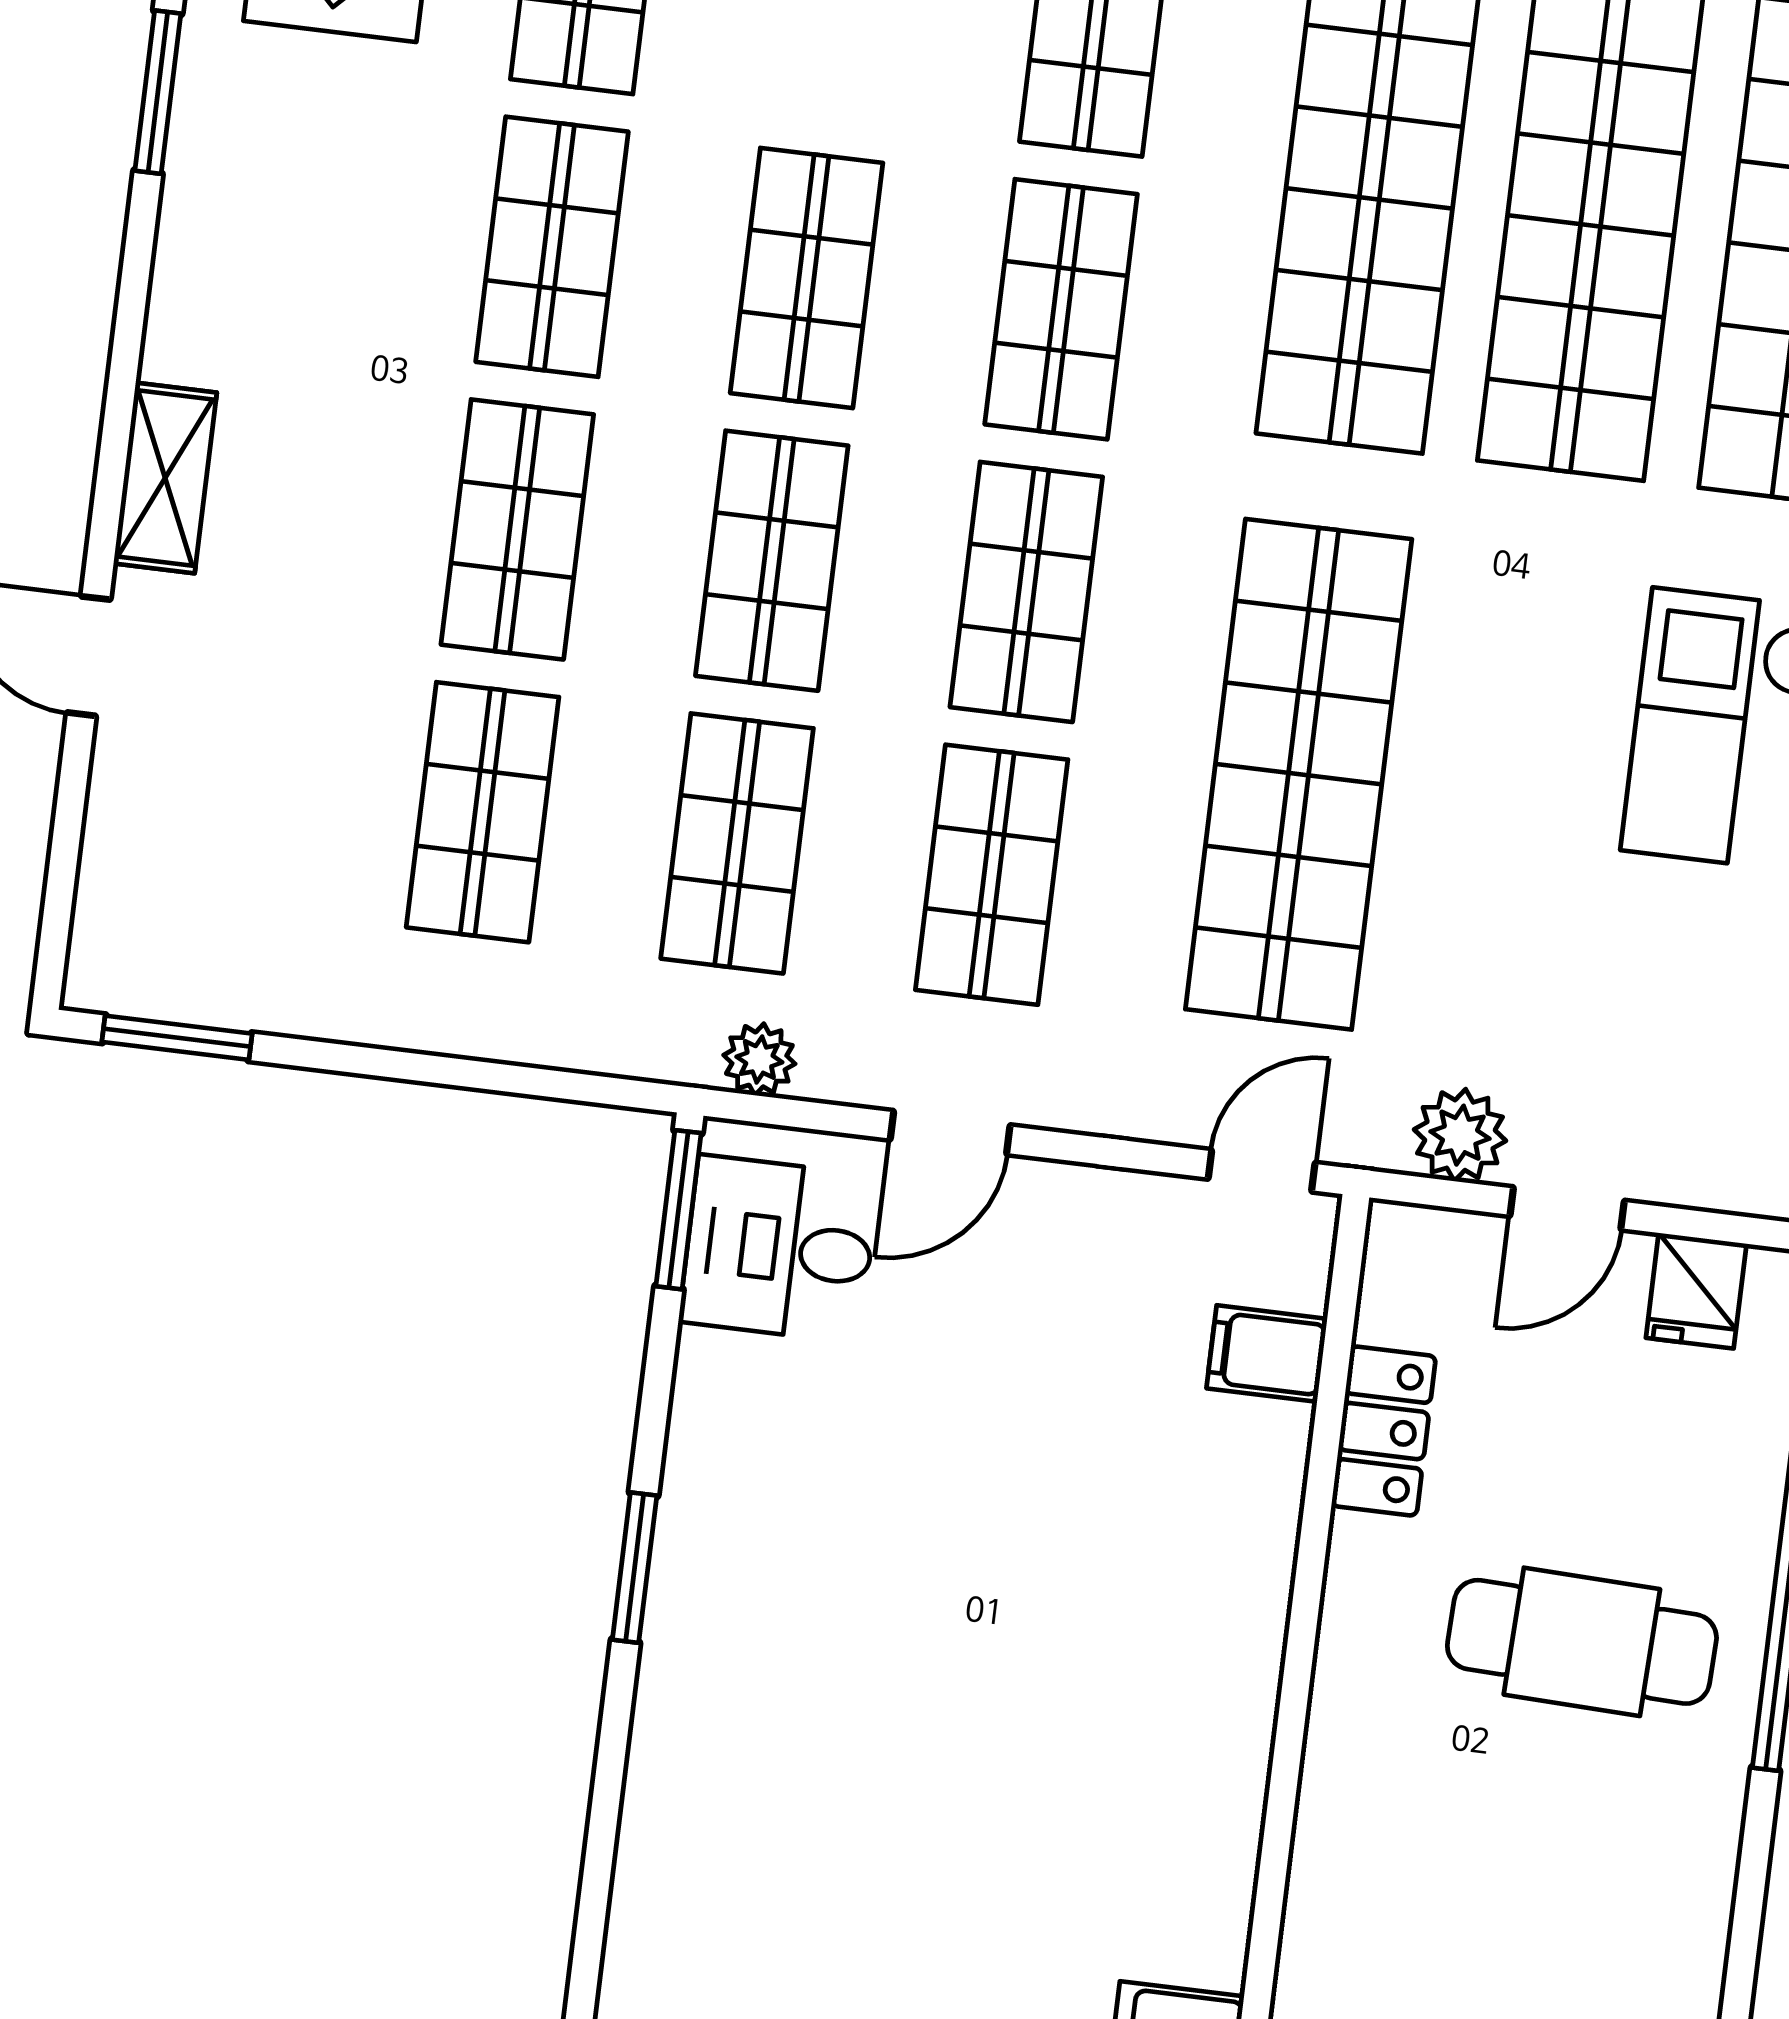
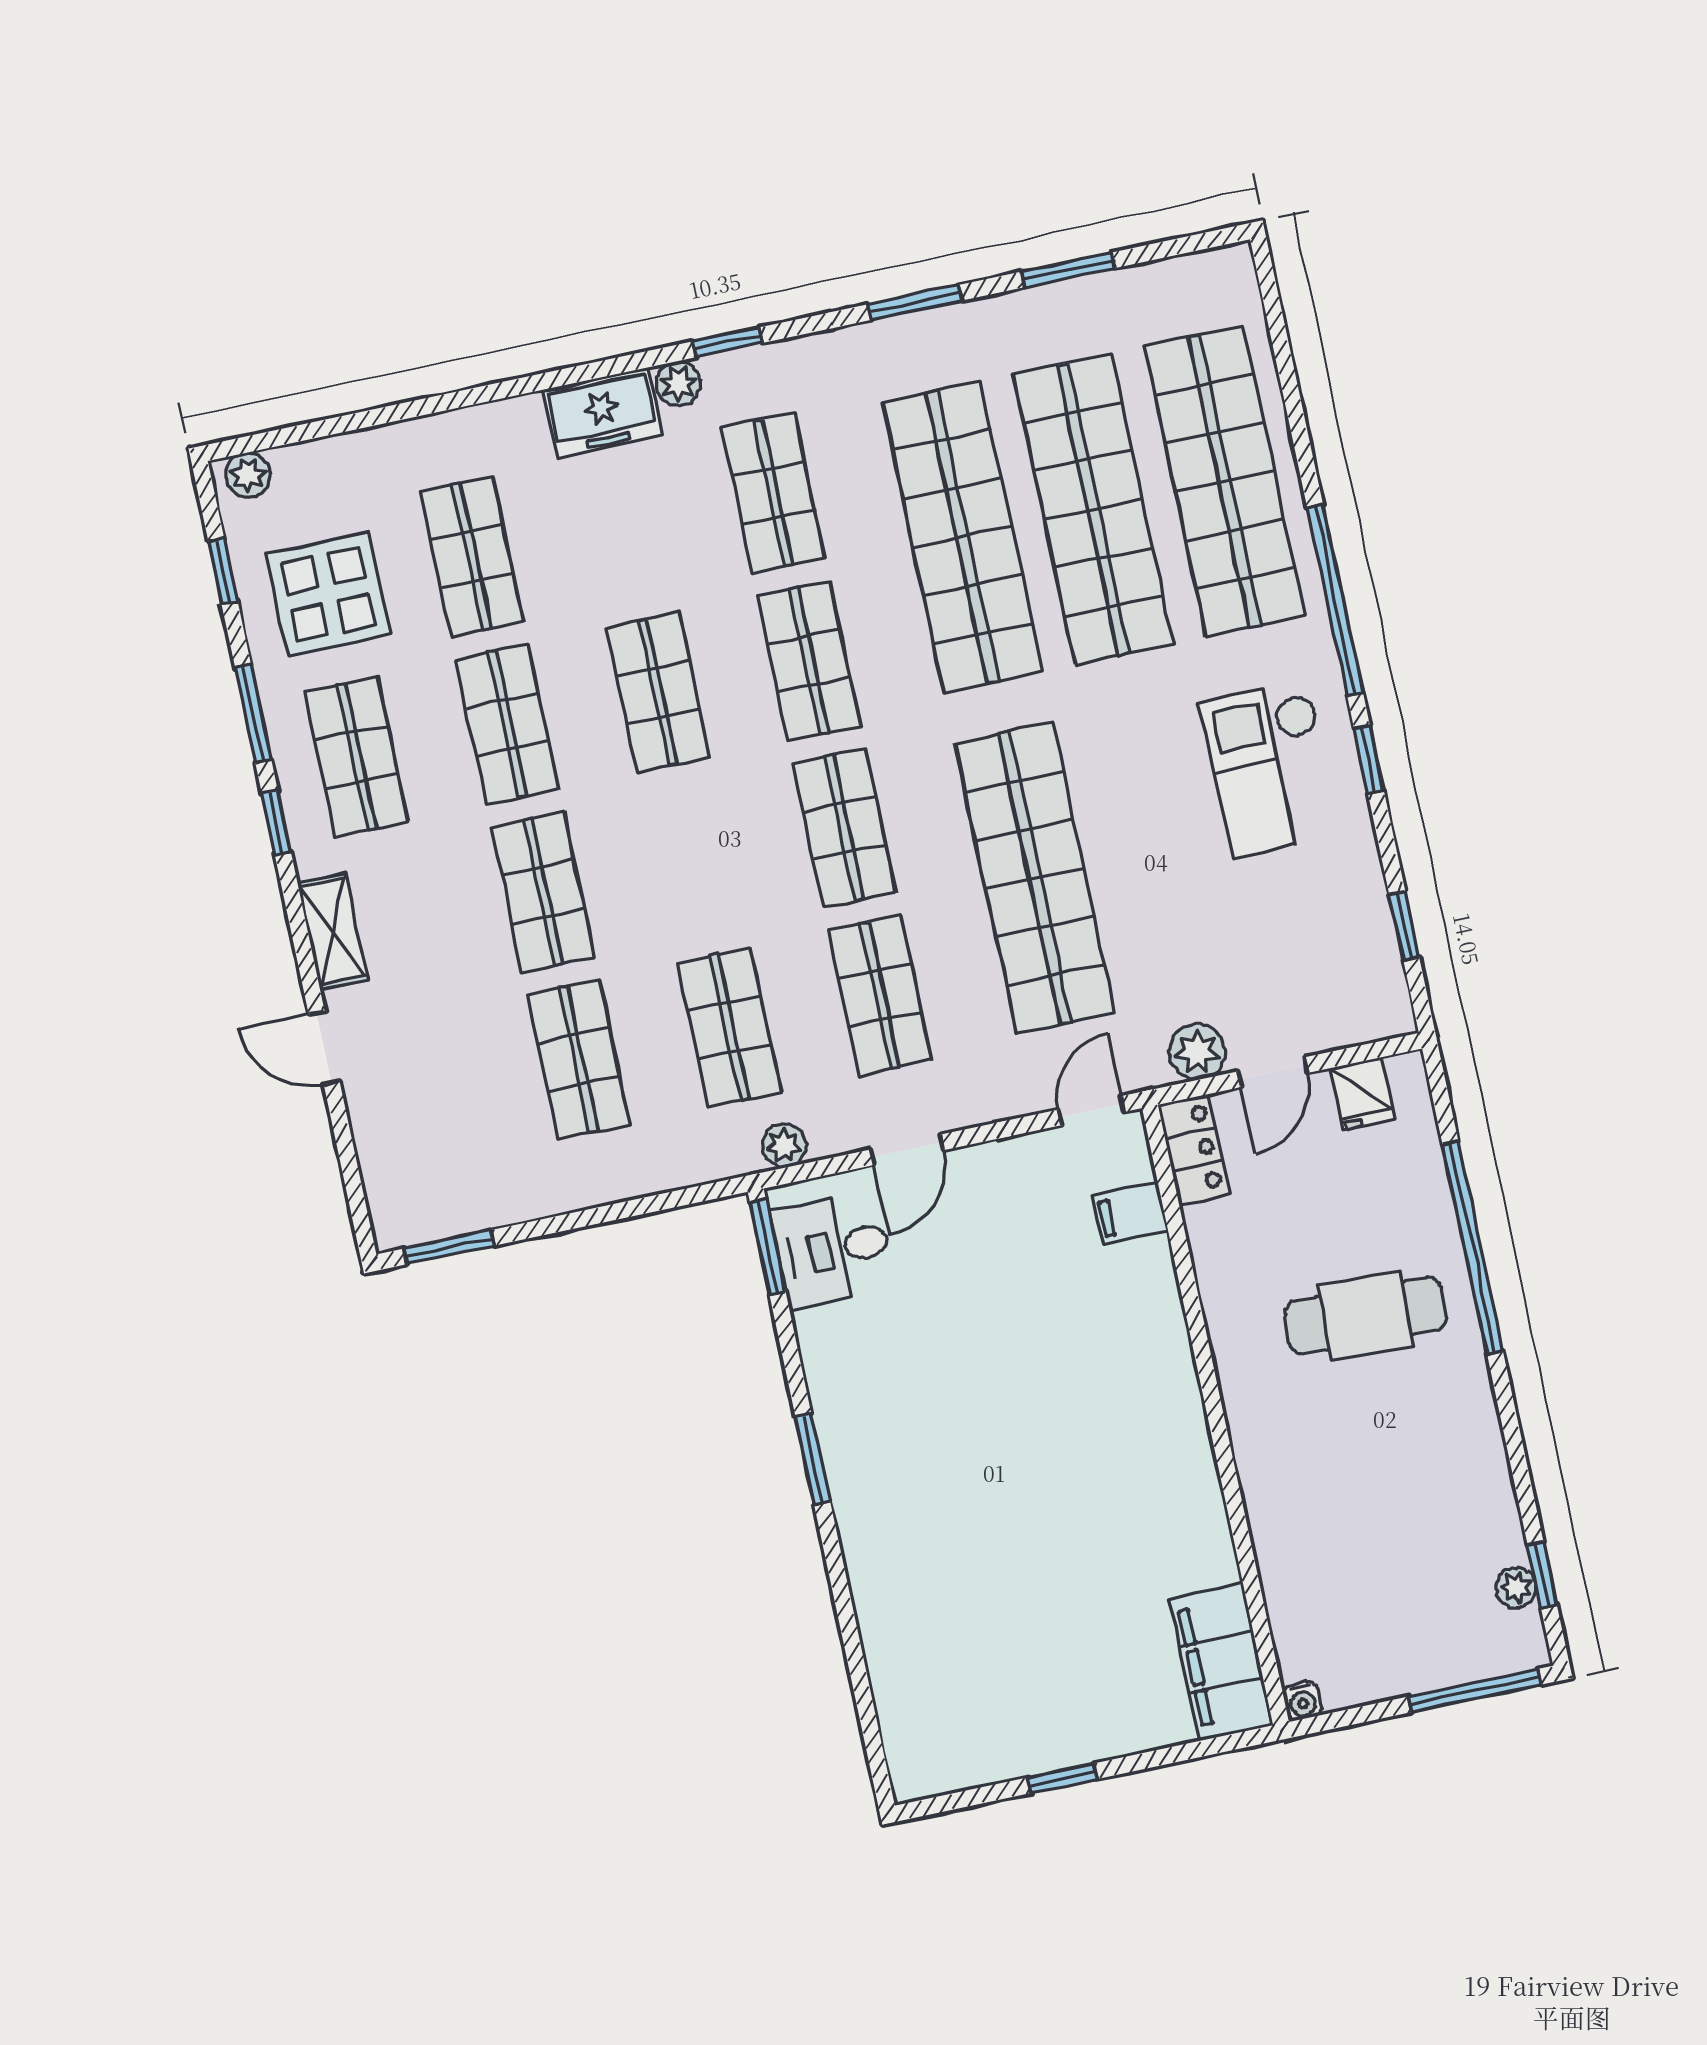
window: (135, 276) -> (276, 823), added
shop shelf: (772, 561) -> (357, 756), moved
locker: (1384, 1431) -> (1194, 1149), moved

